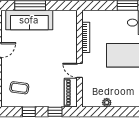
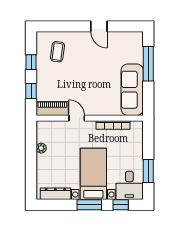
sofa: (29, 20) -> (132, 90), moved
door: (80, 70) -> (77, 118), hinge flipped

